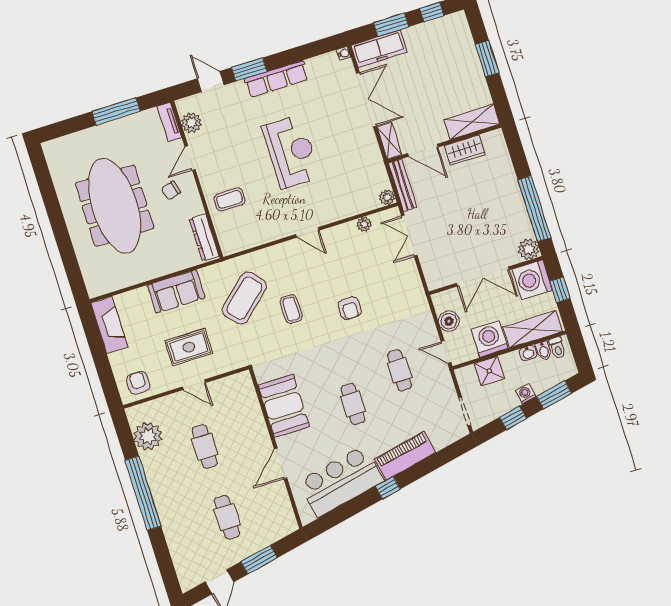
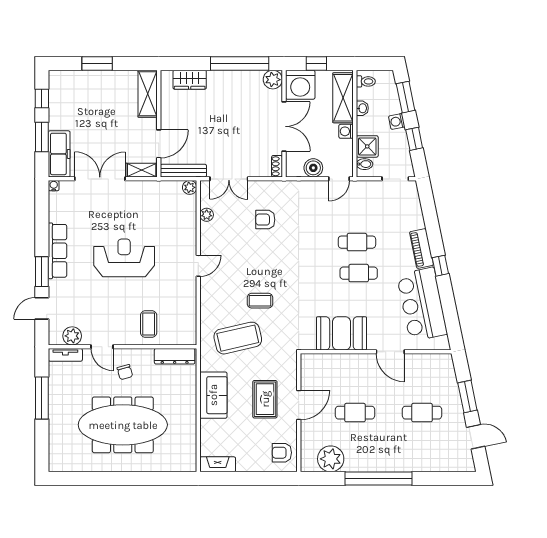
wardrobe: (465, 150) -> (190, 80), moved, turned 90
shoe rack: (439, 282) -> (277, 166), added
coffee table: (244, 298) -> (238, 338), turned -61
armchair: (350, 308) -> (265, 220), moved, turned 180
fireplace: (109, 325) -> (218, 464), width x0.73, depth x0.76
washing machine: (490, 339) -> (346, 131), width x0.53, depth x0.53
bidet: (544, 351) -> (364, 164), moved
cafe table: (400, 370) -> (357, 242), moved
door: (194, 385) -> (299, 405), width x1.38
piano: (405, 456) -> (421, 249), width x0.73, depth x0.75

